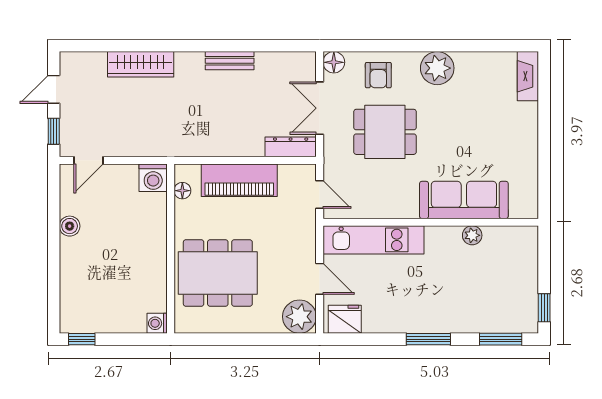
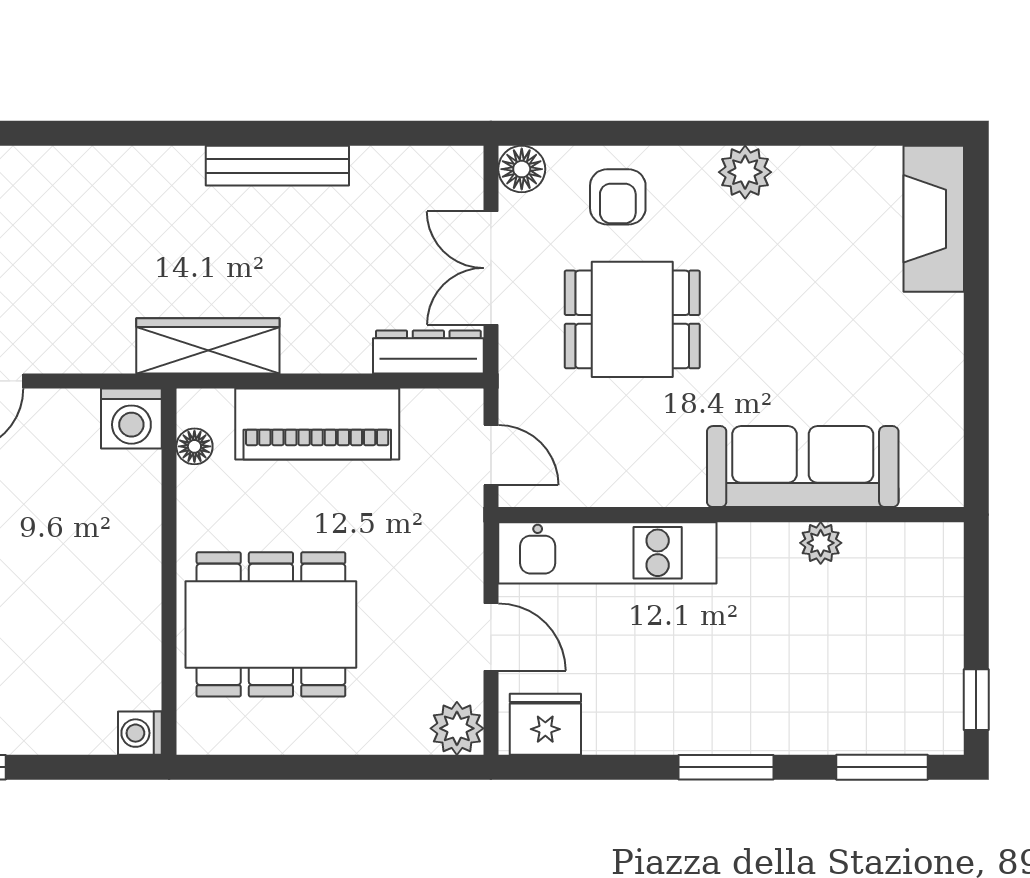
bench: (230, 61) -> (277, 166), width x1.36
wardrobe: (141, 64) -> (208, 346), moved, turned 180
plant: (437, 68) -> (745, 172), width x0.73, depth x0.73
fireplace: (528, 76) -> (934, 219), width x1.37, depth x1.32
plant: (299, 317) -> (457, 728), width x0.73, depth x0.73

